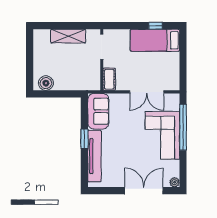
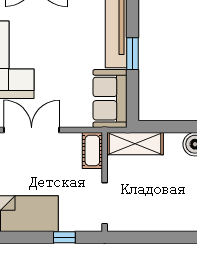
window: (155, 26) -> (64, 237), moved
shelving: (68, 36) -> (135, 144), moved

